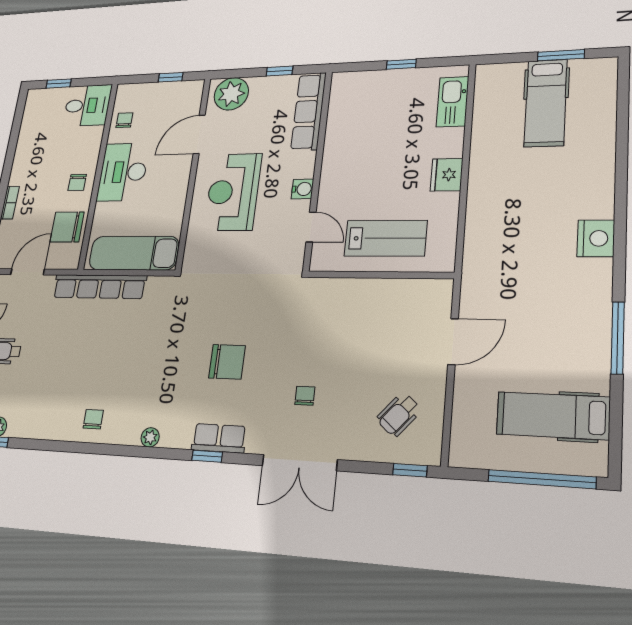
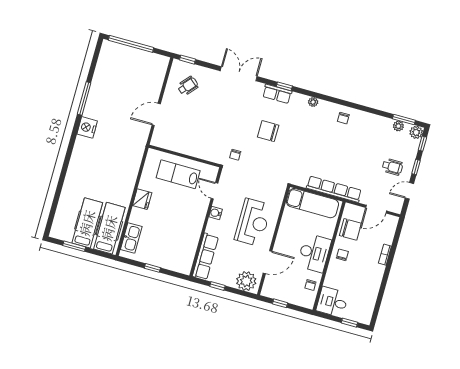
nightstand: (596, 238) -> (87, 127), moved
chair: (305, 396) -> (235, 155), moved
hospital bed: (553, 416) -> (109, 228), moved, turned -90

